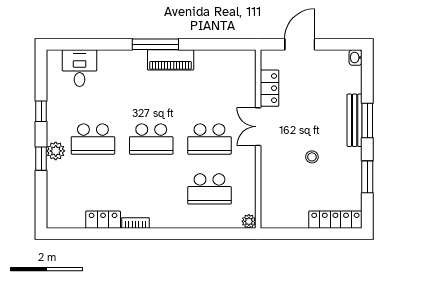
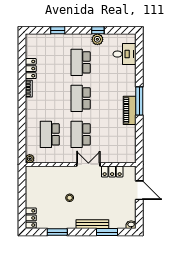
window: (367, 120) -> (107, 232), moved
plant: (56, 151) -> (97, 39), moved
window: (41, 159) -> (58, 30), moved
locker: (335, 220) -> (31, 218), width x0.66

